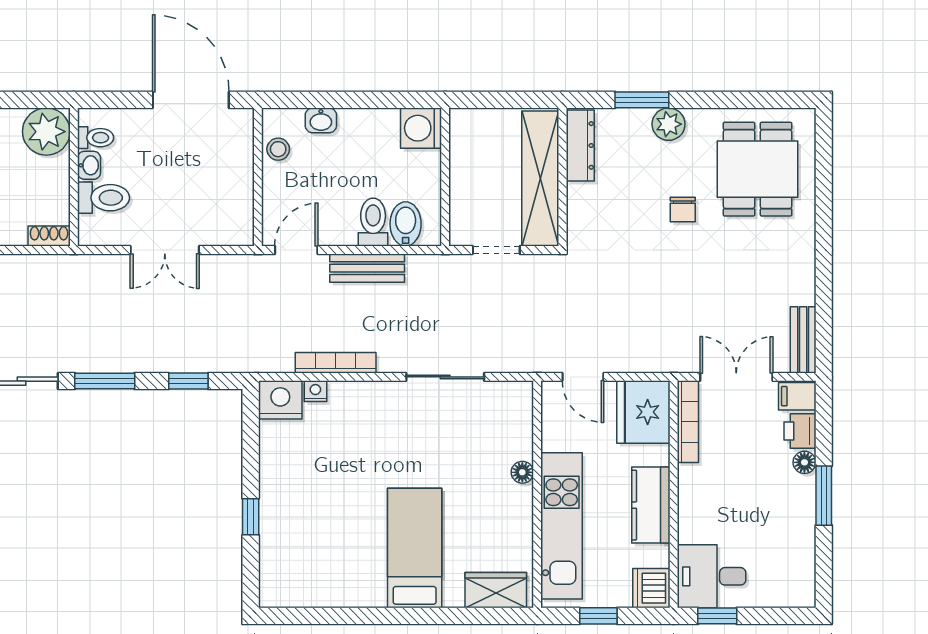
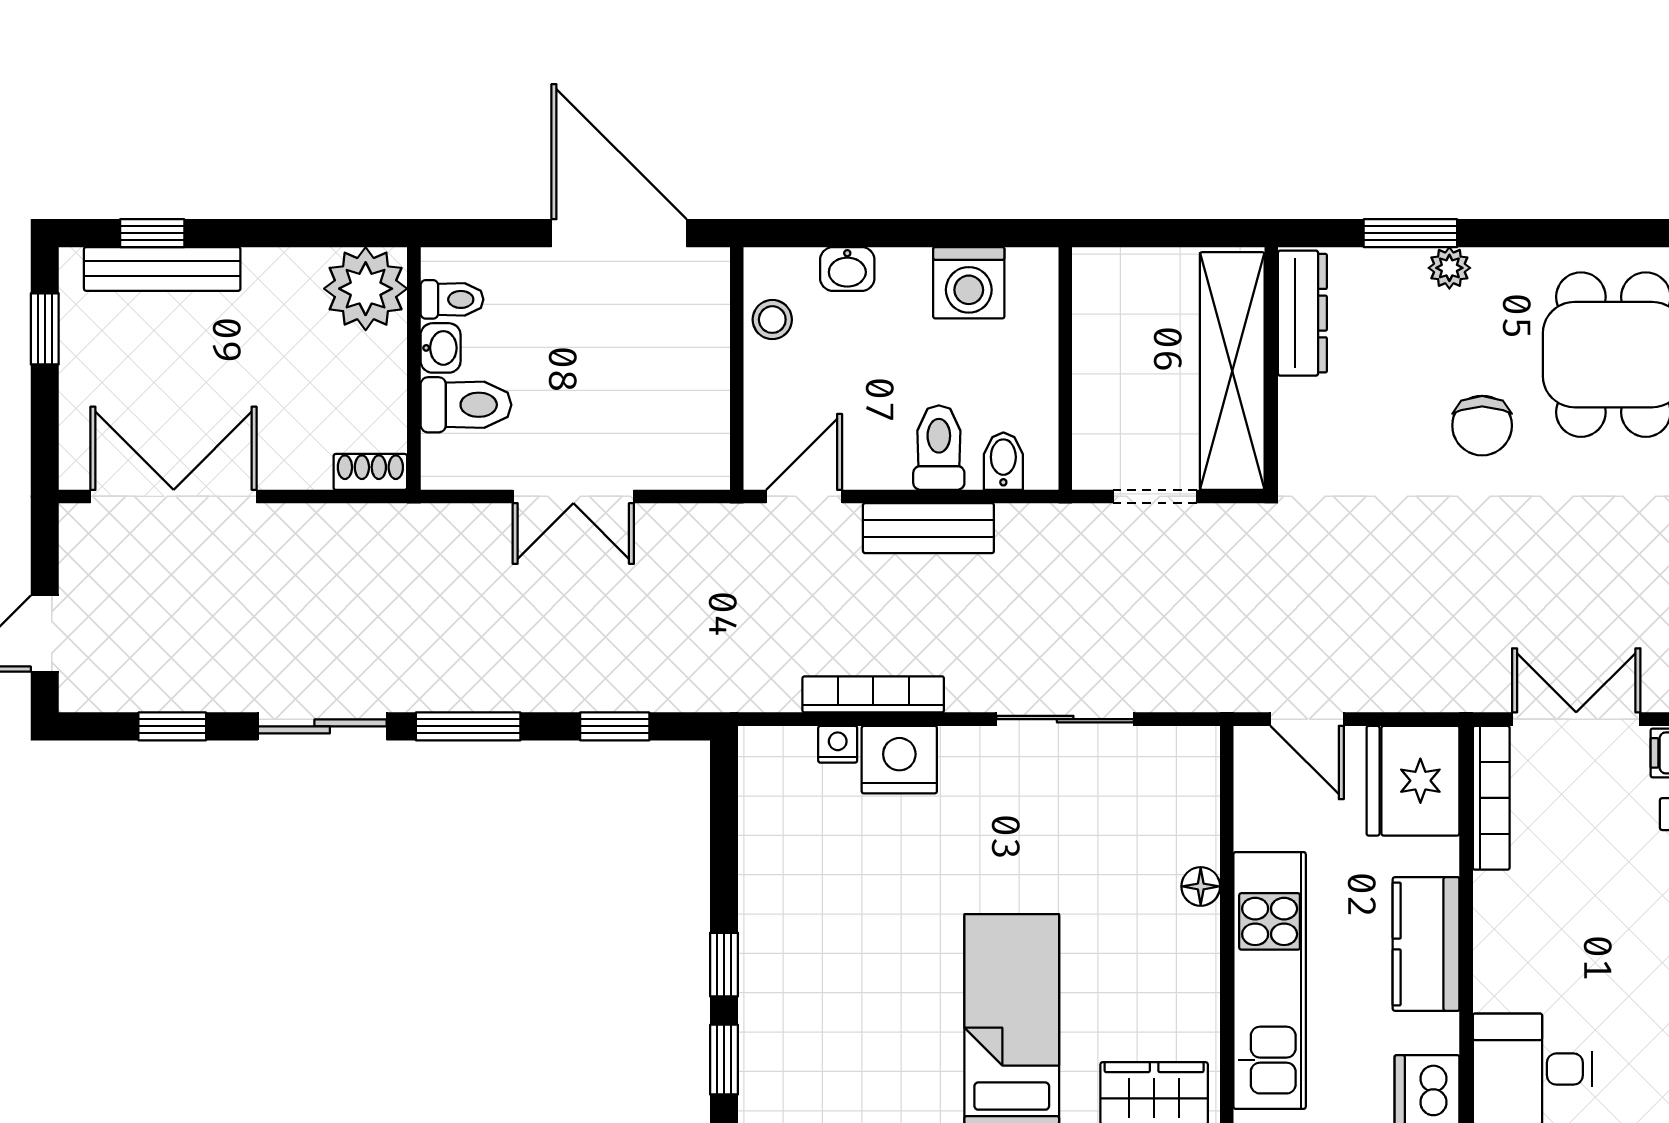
plant: (669, 124) -> (1449, 268), width x0.73, depth x0.73
washing machine: (421, 128) -> (969, 283), moved, turned -90
chair: (683, 210) -> (1482, 426), width x1.37, depth x1.37
bidet: (406, 224) -> (1003, 461), width x0.72, depth x0.74
nightstand: (280, 400) -> (899, 760), moved
window: (251, 571) -> (724, 1060), added

